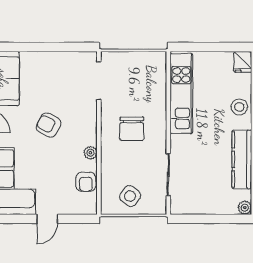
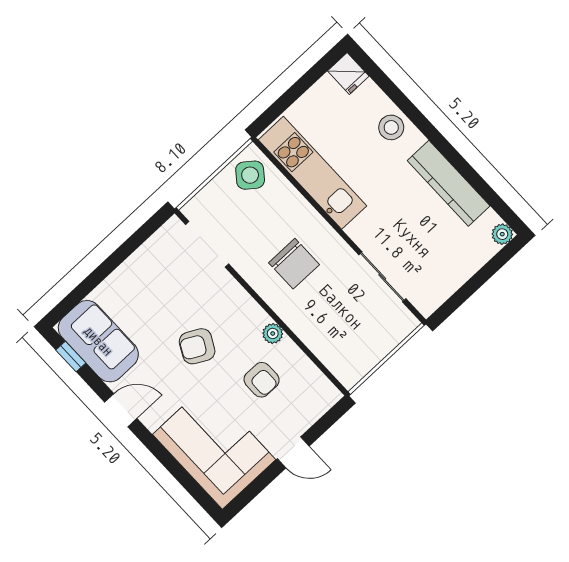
armchair: (86, 182) -> (262, 380), moved
side table: (130, 196) -> (250, 175), moved
door: (47, 219) -> (293, 452), hinge flipped

